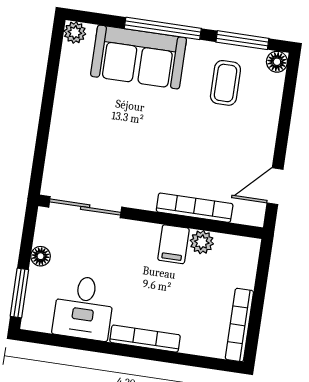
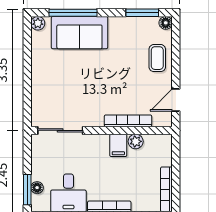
window: (163, 28) -> (73, 13), moved
coffee table: (225, 83) -> (157, 58), moved
floor lamp: (41, 256) -> (37, 188), moved

